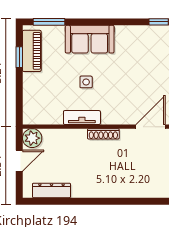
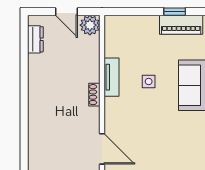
shoe rack: (103, 134) -> (94, 95), width x0.70
dresser: (51, 190) -> (35, 39), width x0.70

